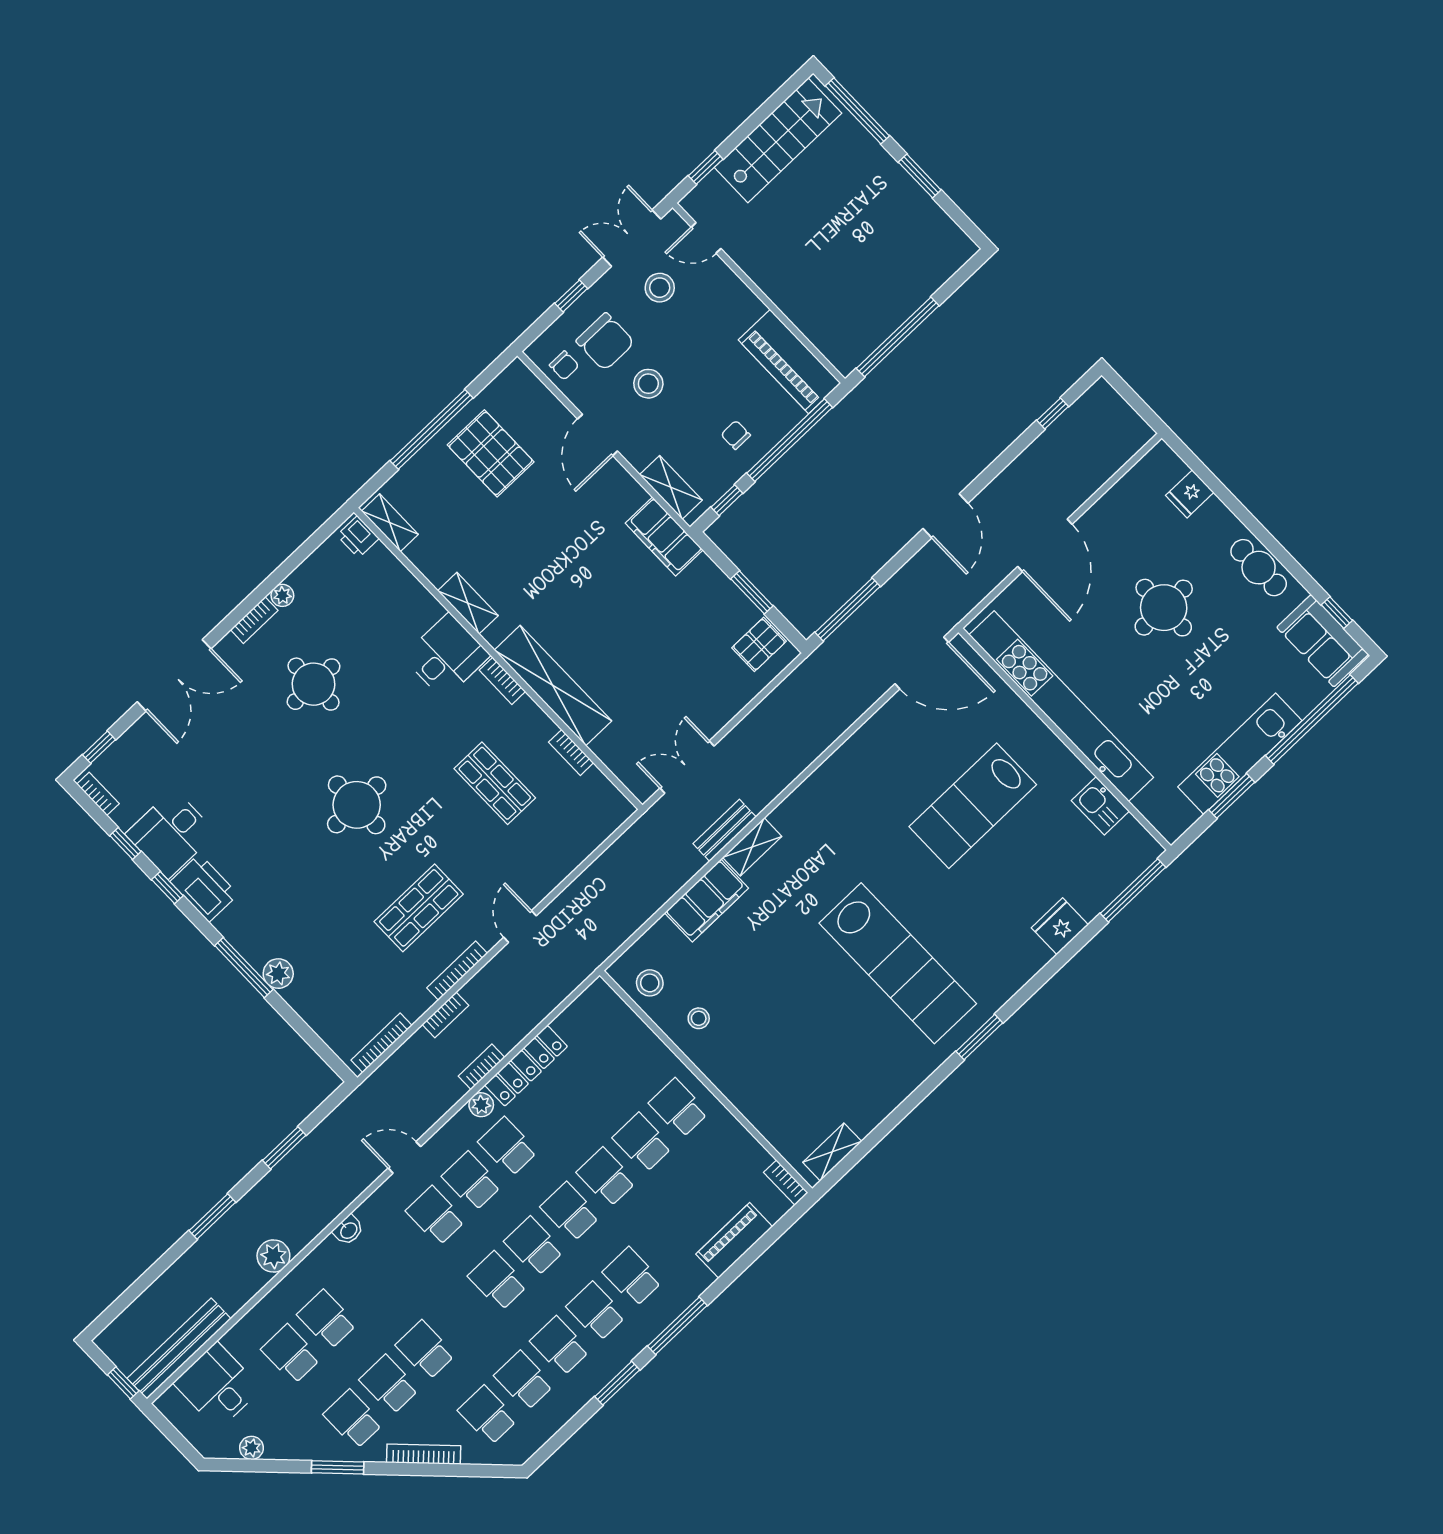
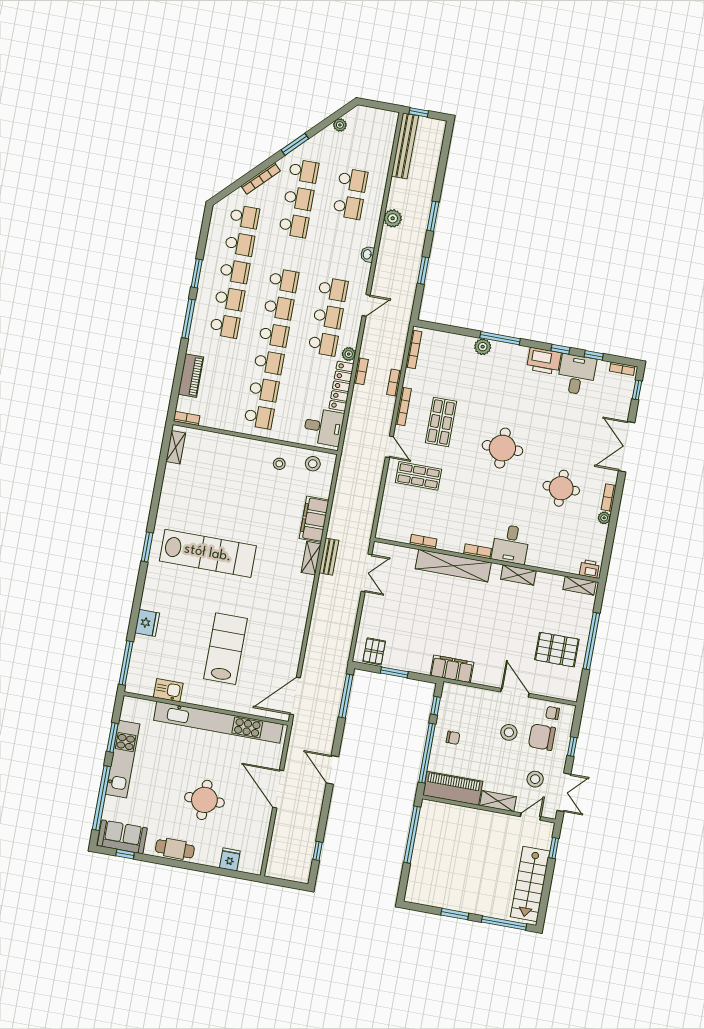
shelving: (671, 487) -> (498, 801), moved
shop shelf: (495, 783) -> (418, 476), moved
lab bench: (898, 963) -> (208, 553), turned 180
desk: (217, 1386) -> (324, 427), moved

